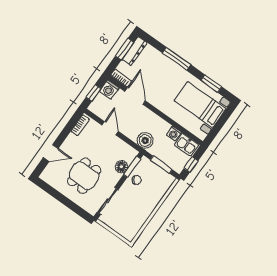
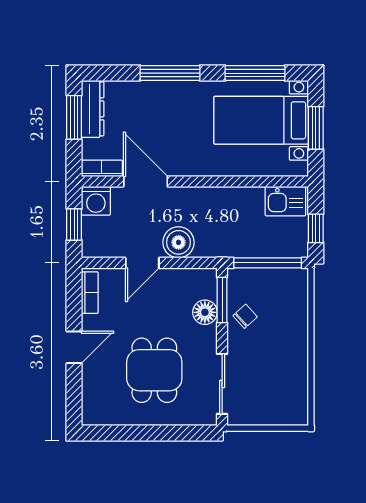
window: (211, 84) -> (255, 73), width x1.44
window: (220, 124) -> (316, 128), added
door: (110, 128) -> (142, 263), swing flipped
washing machine: (174, 134) -> (252, 198), removed
boiler: (145, 141) -> (179, 242), moved
door: (51, 153) -> (74, 347), moved
window: (161, 165) -> (268, 263), width x1.44

